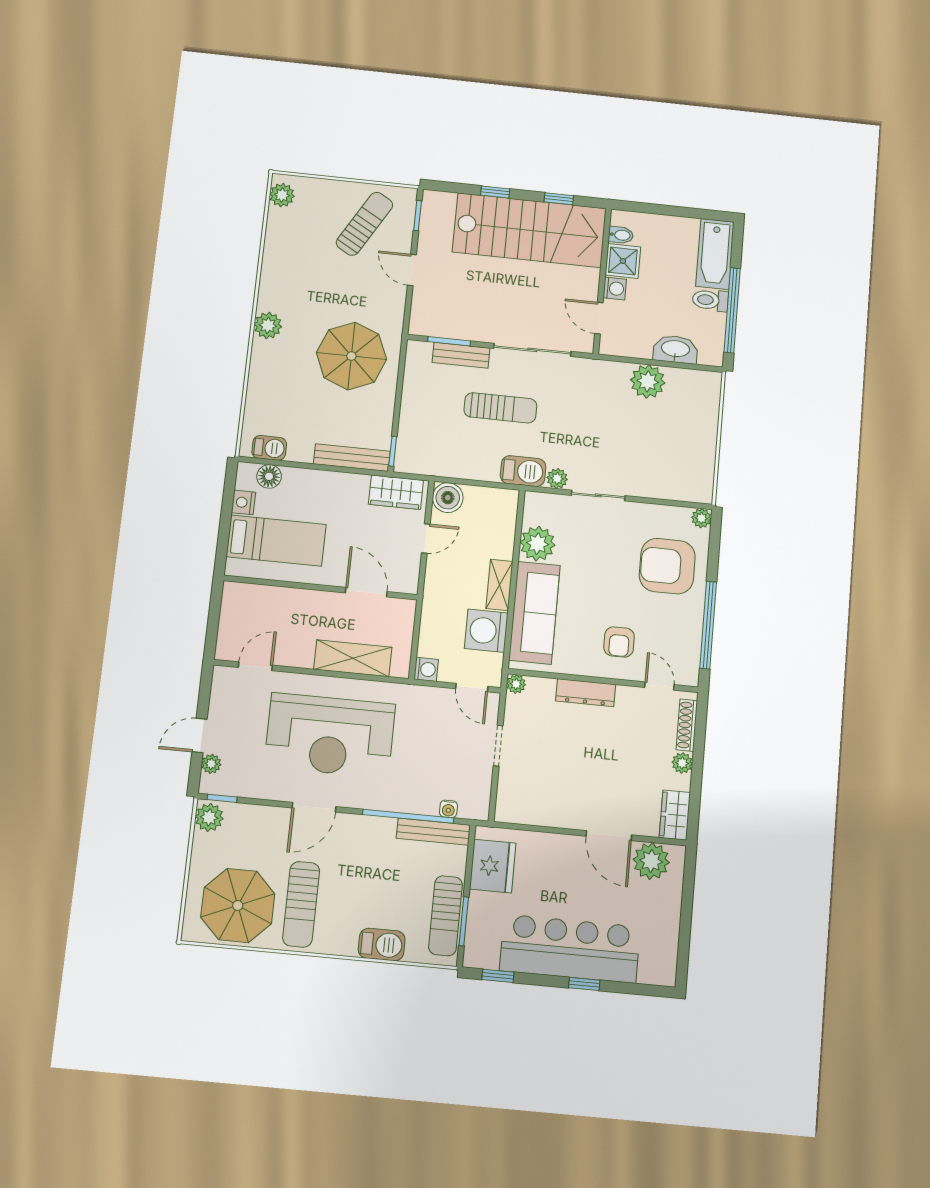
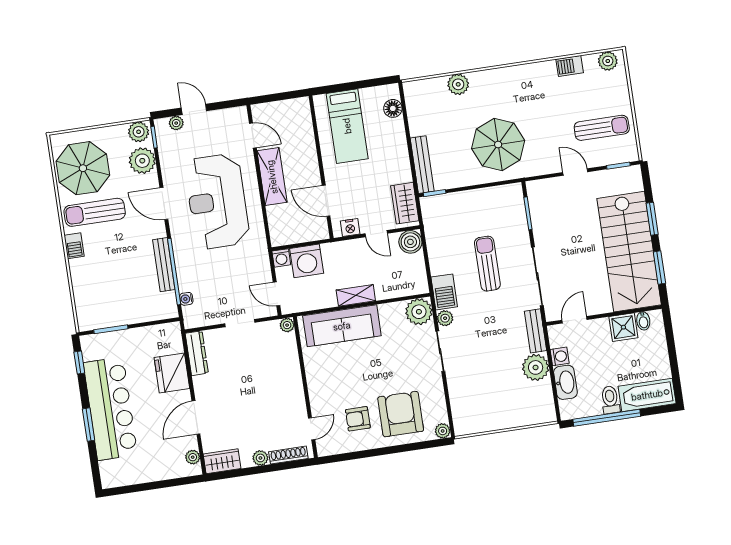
window: (495, 192) -> (652, 219), width x1.50
window: (559, 199) -> (659, 268), width x1.50
sun lounger: (365, 224) -> (602, 128), turned -30
door: (412, 270) -> (575, 172), hinge flipped
washing machine: (615, 289) -> (560, 356), moved, turned -90
plant: (268, 325) -> (458, 84), moved
bench: (461, 355) -> (535, 331), moved
sun lounger: (500, 408) -> (487, 264), turned 180
barbecue: (269, 448) -> (570, 66), moved, turned 90
nightstand: (243, 502) -> (350, 227), moved, turned 180
plant: (537, 544) -> (419, 312), moved
door: (366, 592) -> (326, 201), swing flipped
window: (708, 625) -> (365, 454), removed
washing machine: (486, 631) -> (307, 261), moved, turned 180
armchair: (619, 642) -> (358, 419), moved
shelving: (353, 658) -> (272, 177), moved
door: (472, 688) -> (276, 294), hinge flipped
dresser: (586, 693) -> (197, 353), moved, turned 180
plant: (249, 822) -> (142, 161), added
bench: (433, 832) -> (164, 265), moved
plant: (651, 861) -> (193, 457), width x0.53, depth x0.53
fridge: (493, 866) -> (172, 373), moved, turned 90
sun lounger: (446, 916) -> (112, 315), removed
barbecue: (382, 945) -> (74, 246), moved, width x0.73, depth x0.79
window: (584, 984) -> (89, 425), width x1.50

